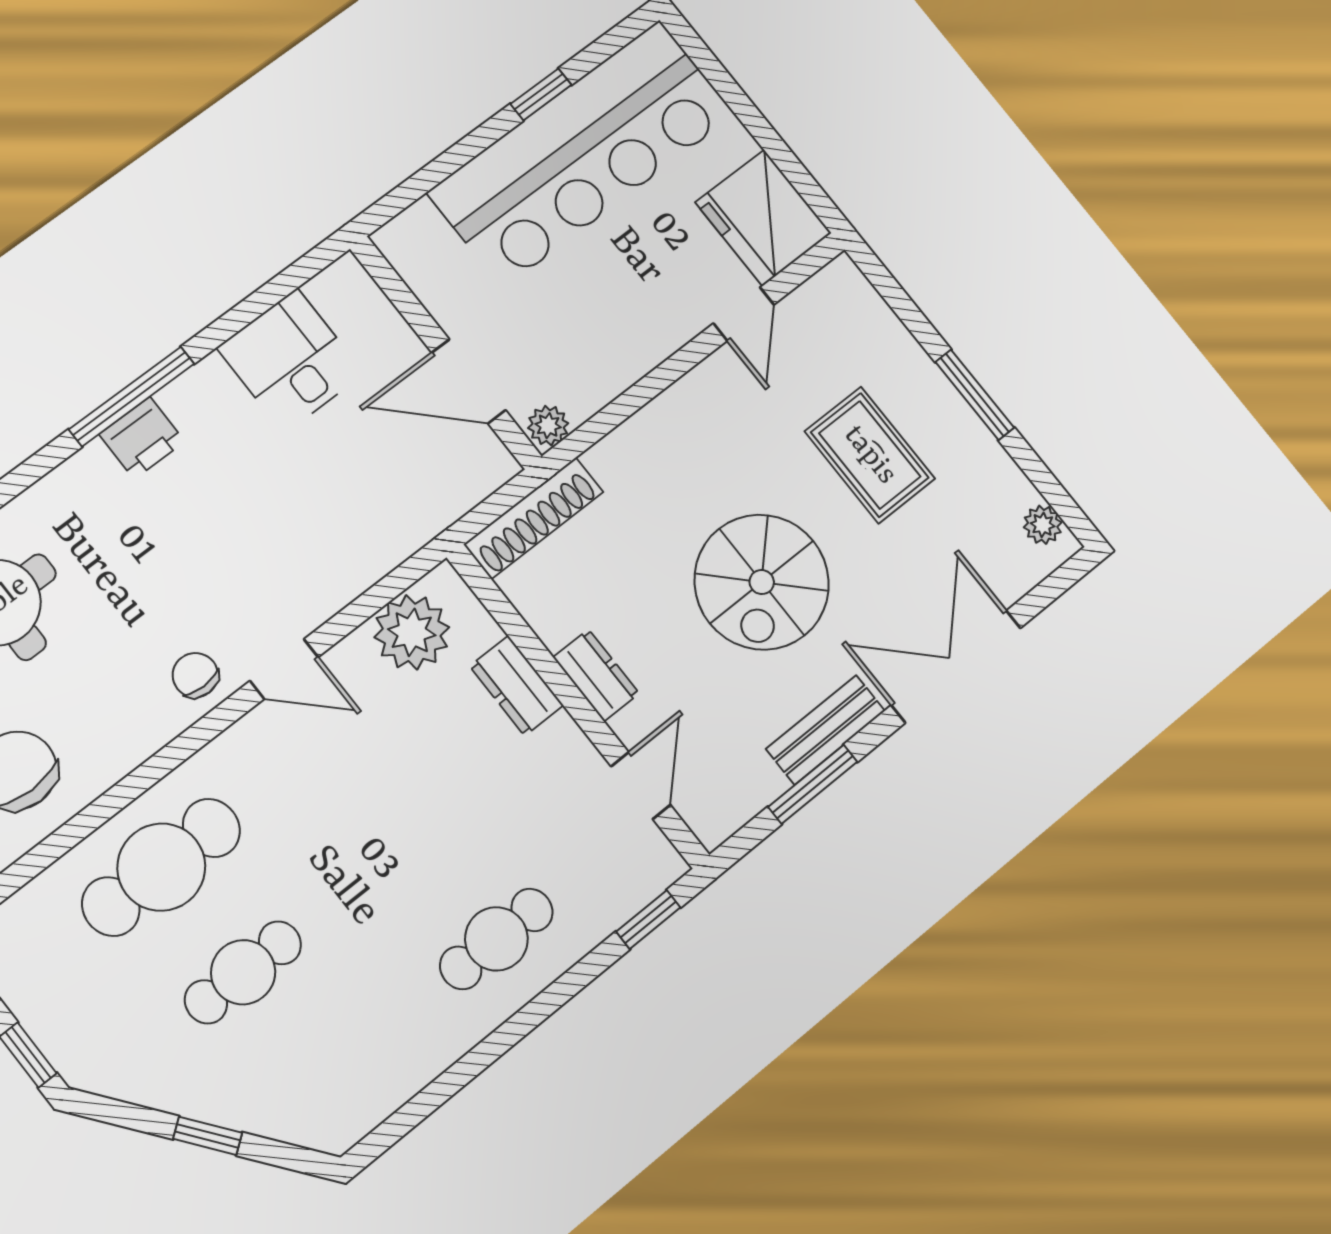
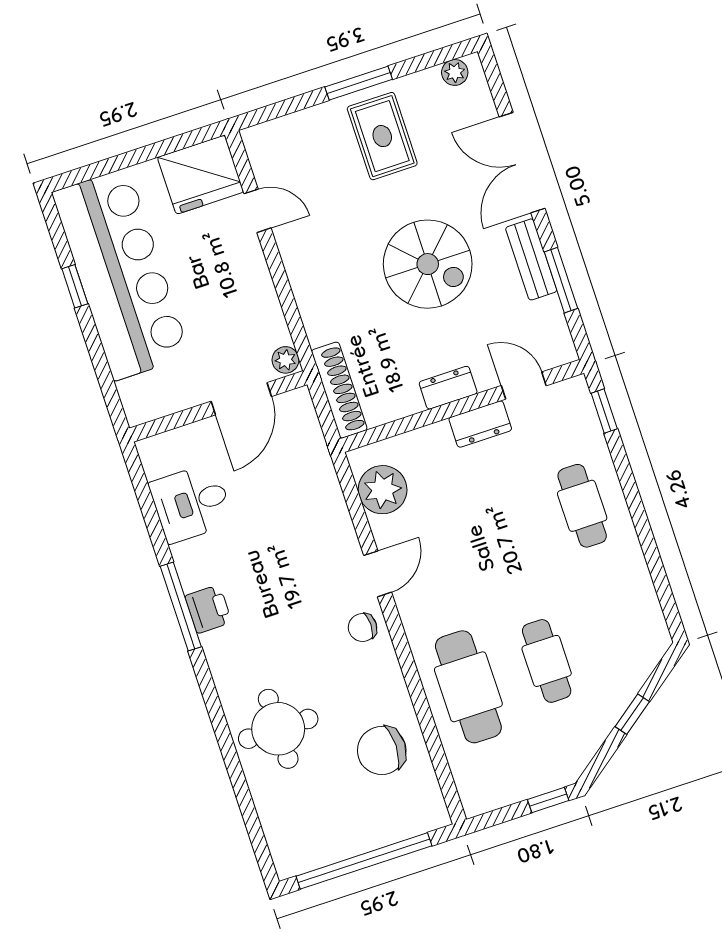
rug: (870, 455) -> (382, 136), moved, turned 90
dresser: (516, 686) -> (480, 424), moved

